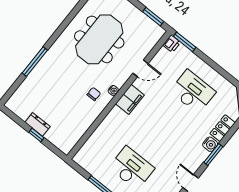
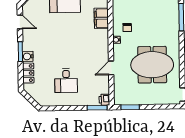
meeting table: (99, 39) -> (152, 65), turned 90
desk: (193, 92) -> (66, 81), width x0.73
filing cabinet: (130, 99) -> (101, 18), moved

